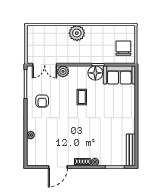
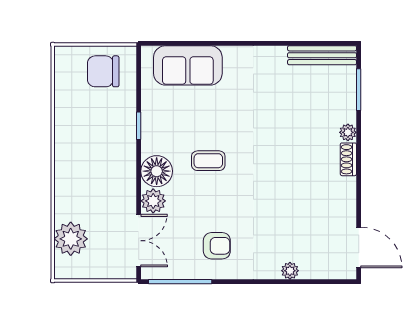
plant: (77, 33) -> (71, 239), moved
floor lamp: (95, 73) -> (157, 171), moved
sofa: (119, 75) -> (188, 65), moved, turned 90
door: (58, 167) -> (359, 247), moved

